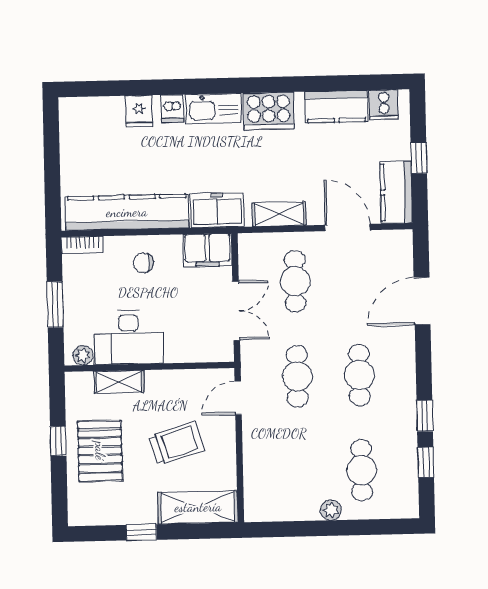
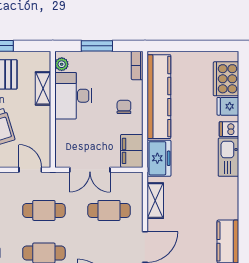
cooker: (269, 111) -> (226, 79), moved

